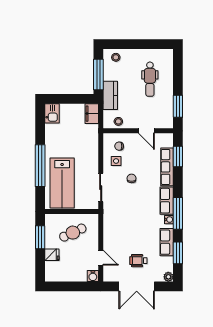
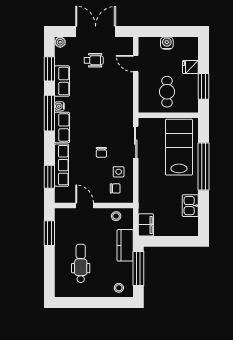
kitchen sink: (52, 113) -> (190, 206), moved
cafe table: (73, 233) -> (167, 92), turned -65
water cooler: (93, 276) -> (167, 43), moved

